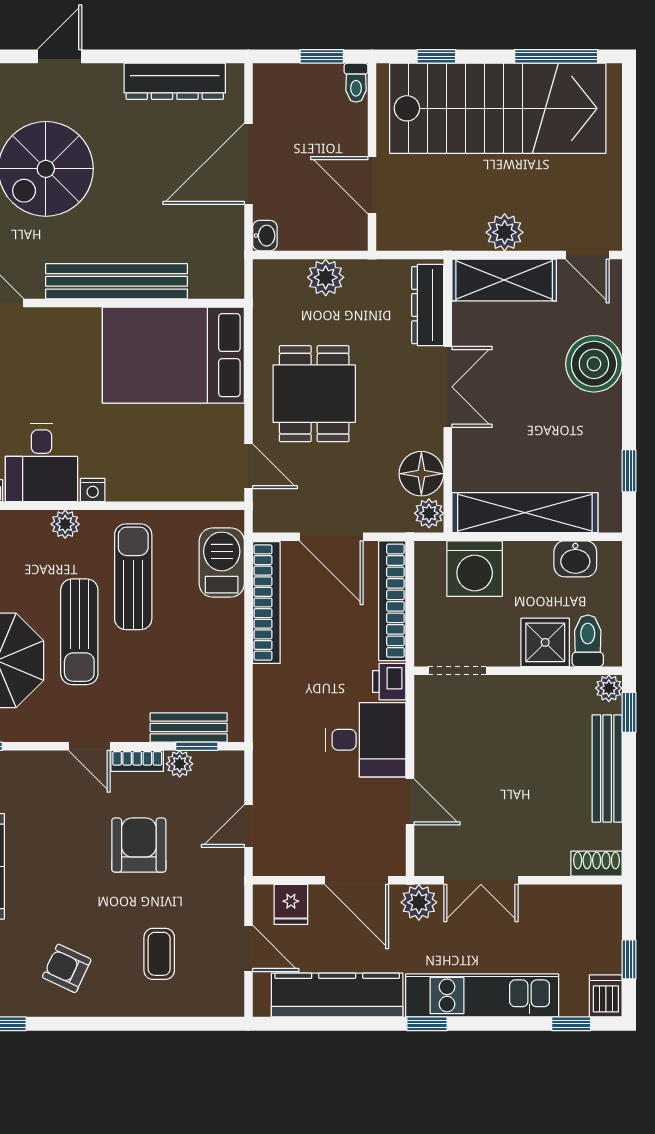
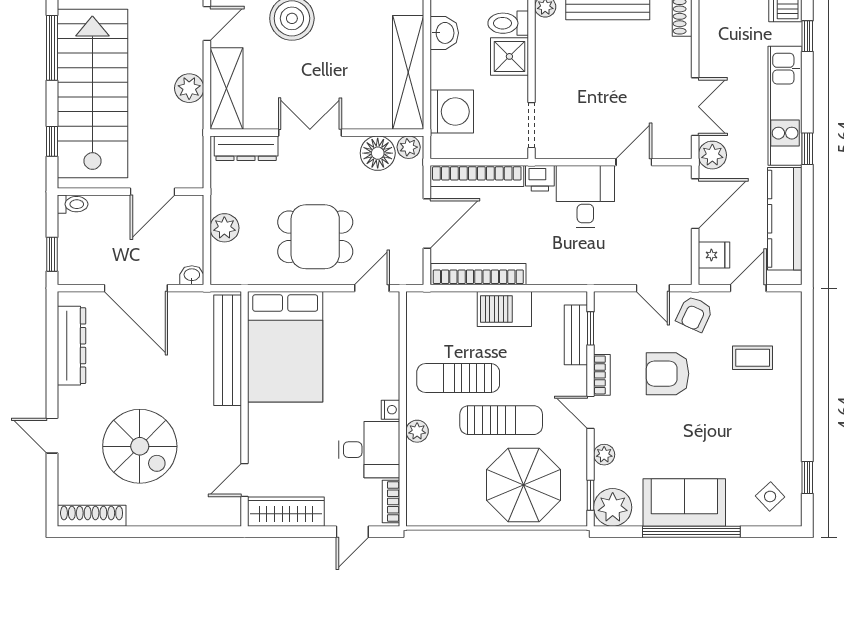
window: (322, 56) -> (52, 254), moved
bench: (116, 281) -> (228, 350), moved
barbecue: (222, 562) -> (504, 309), moved
door: (89, 746) -> (591, 412), swing flipped
plant: (180, 764) -> (604, 455), moved
armchair: (67, 968) -> (695, 314), moved

